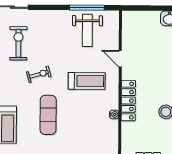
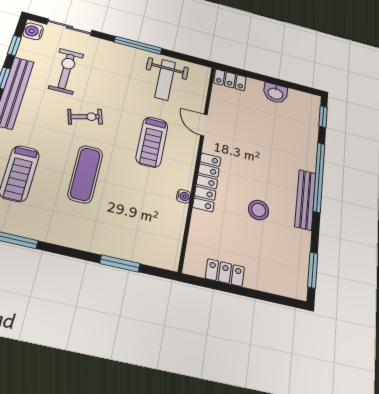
window: (87, 8) -> (138, 45), moved
locker: (134, 17) -> (230, 80), added
treadmill: (87, 81) -> (152, 142), turned 90

